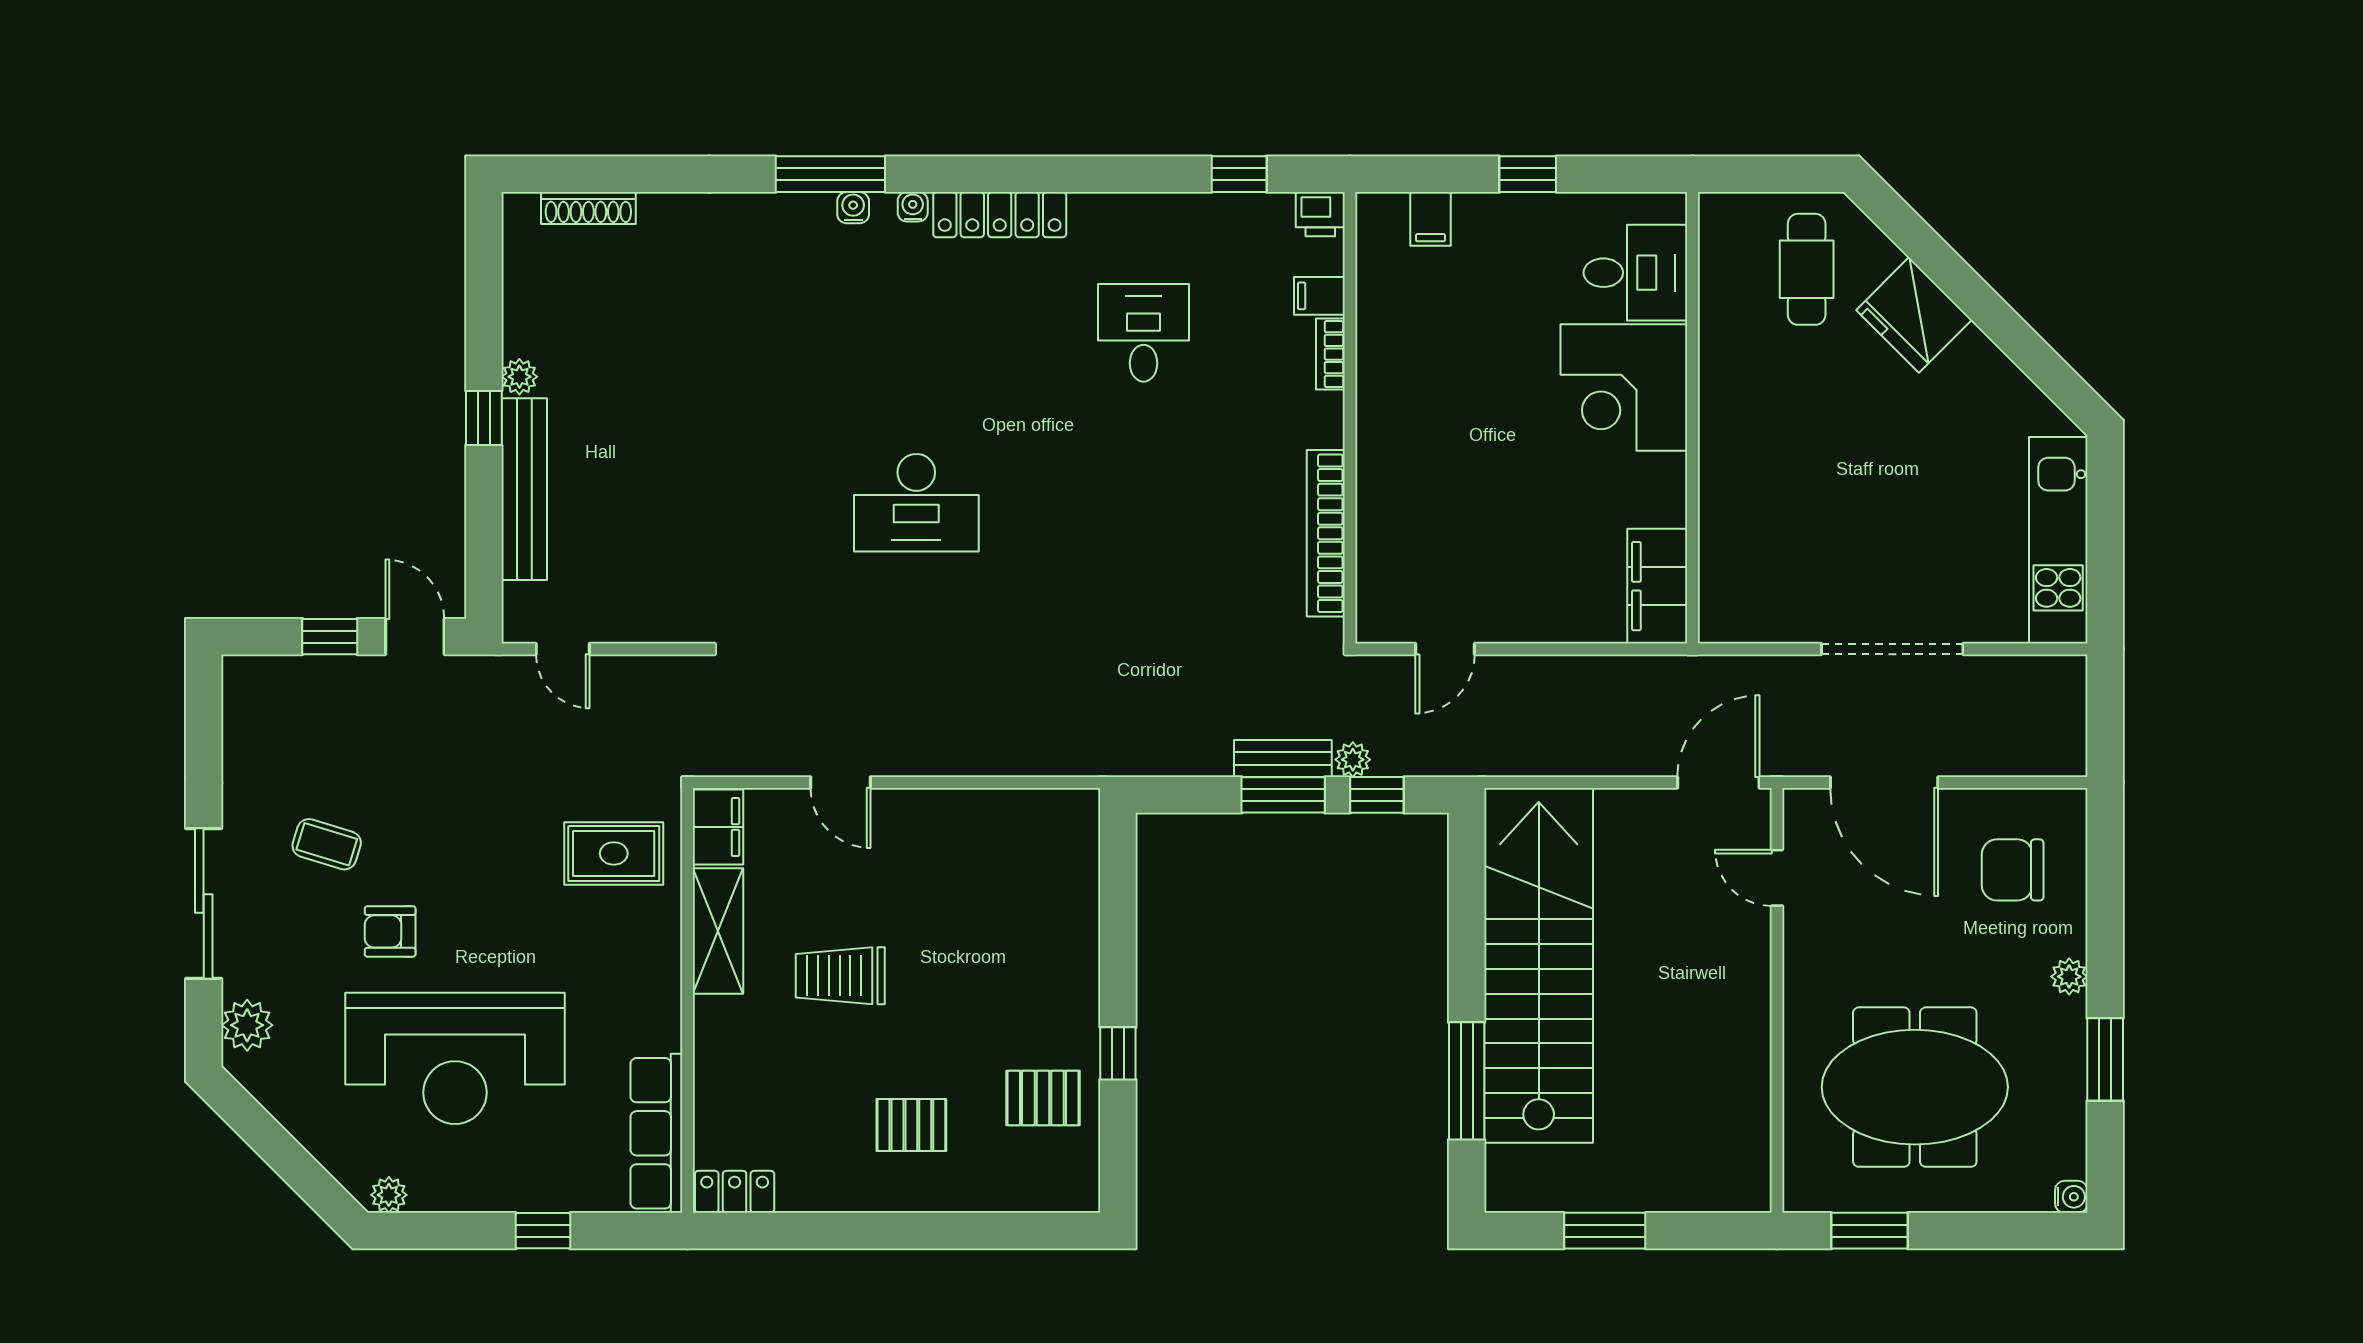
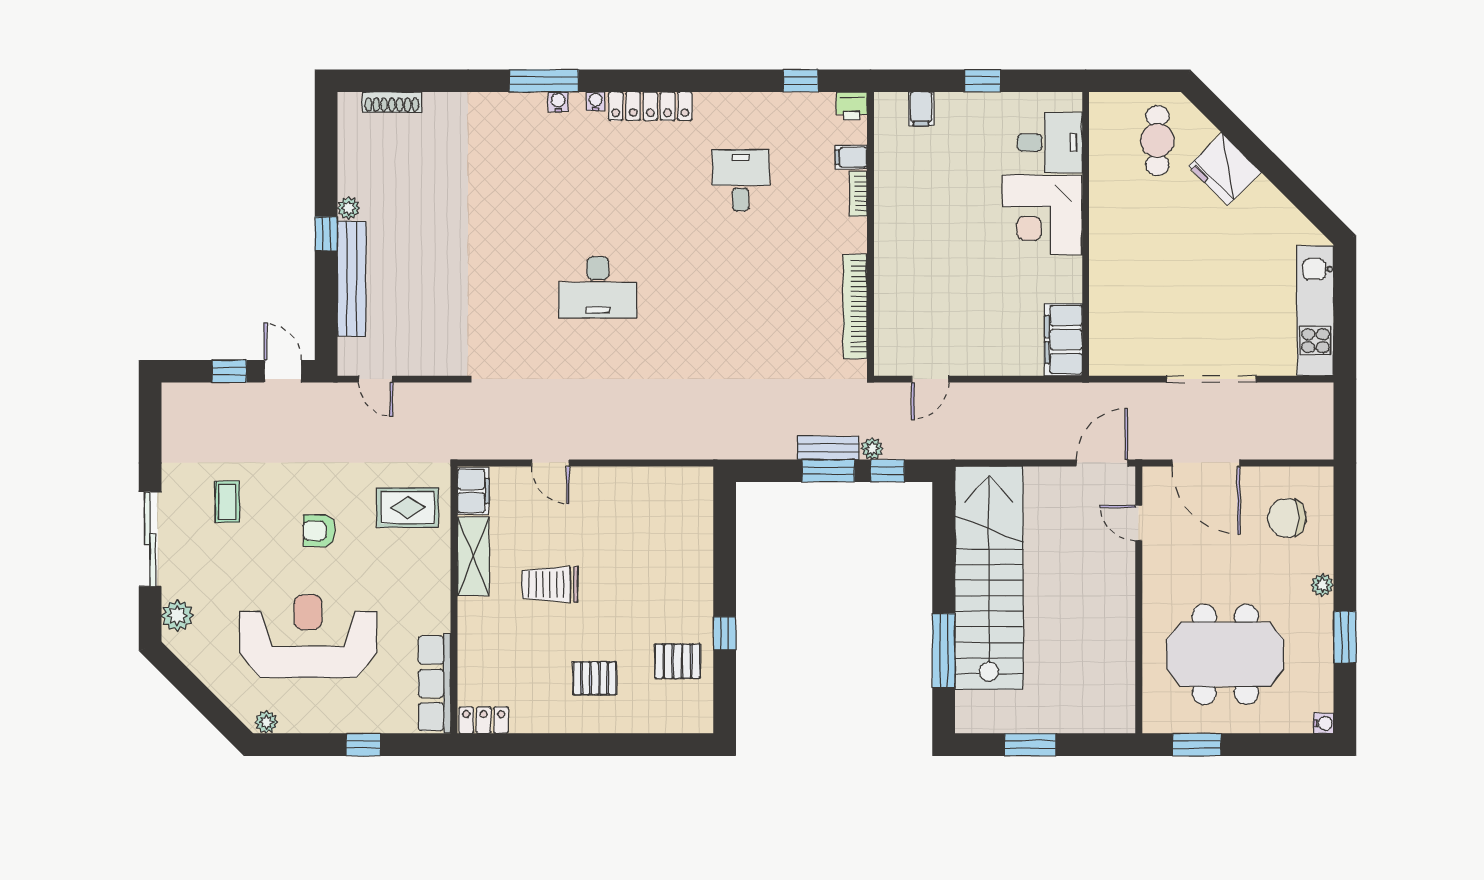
coffee table: (327, 844) -> (227, 502), turned 73
armchair: (390, 931) -> (319, 531), moved
reception desk: (455, 1058) -> (308, 636), turned 180

